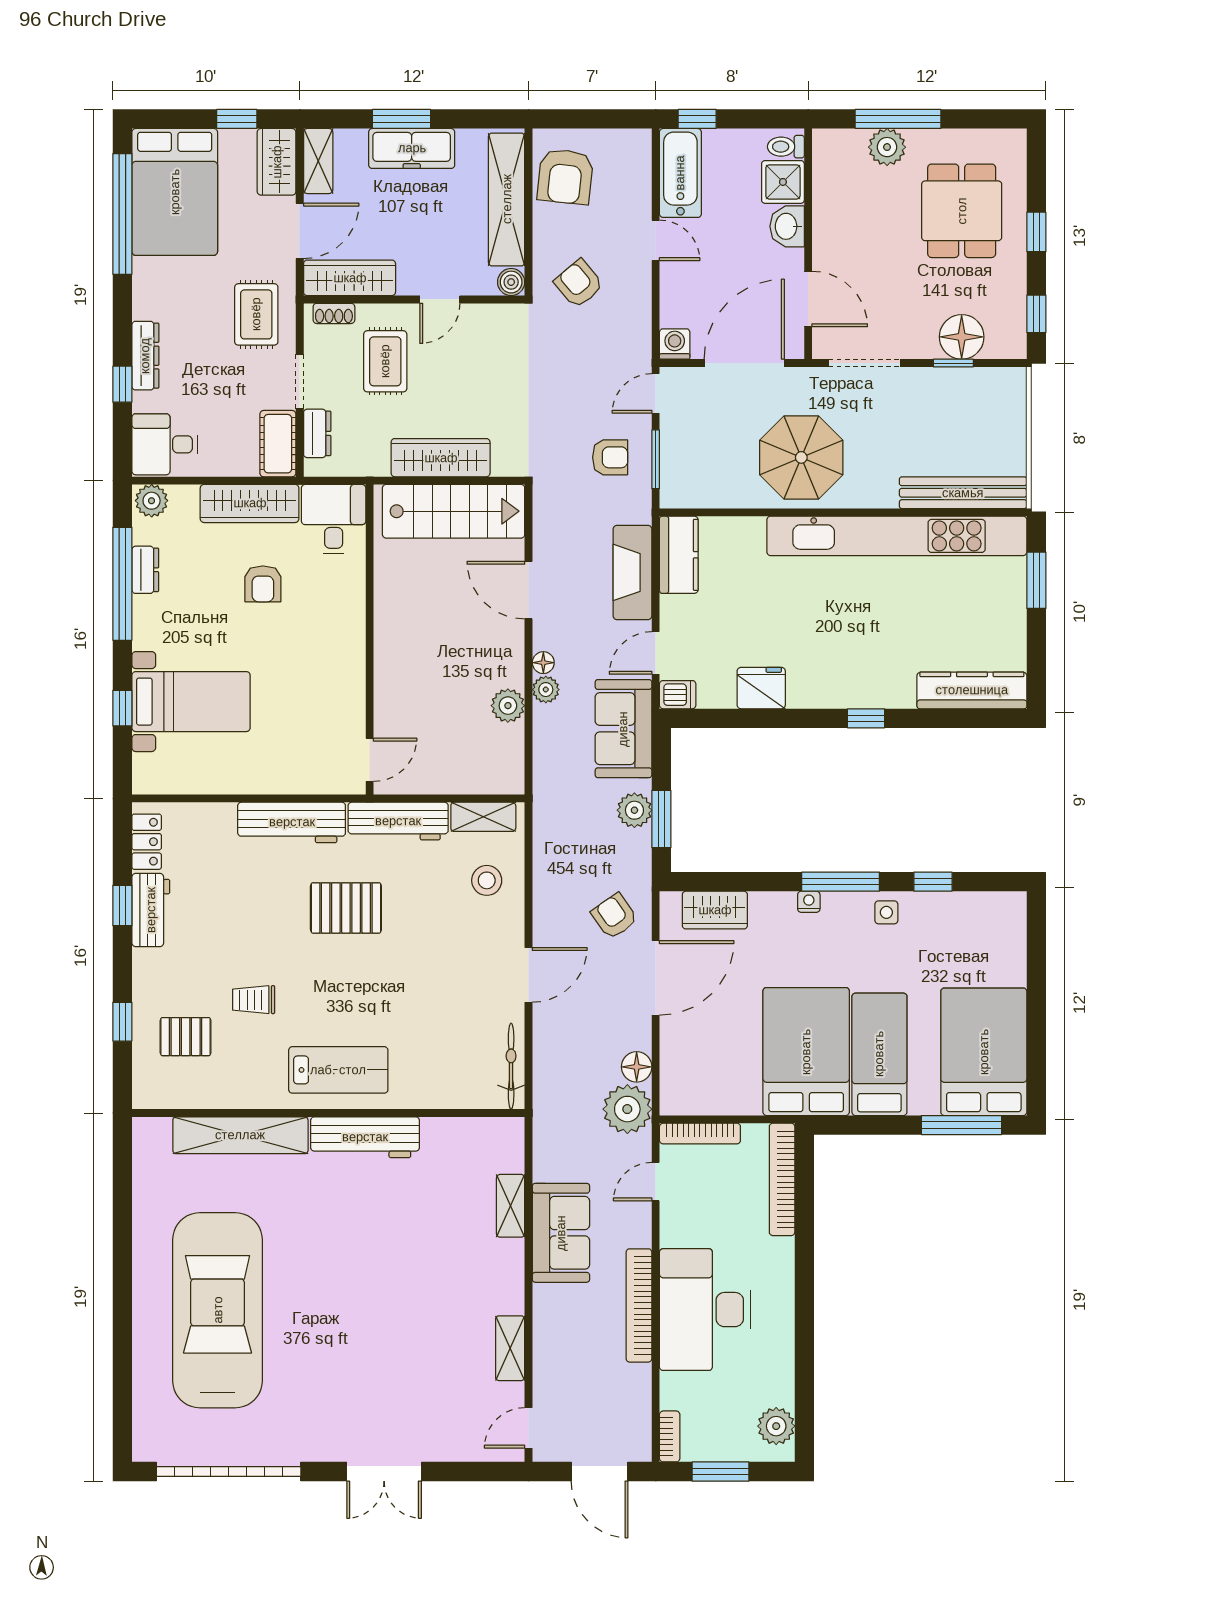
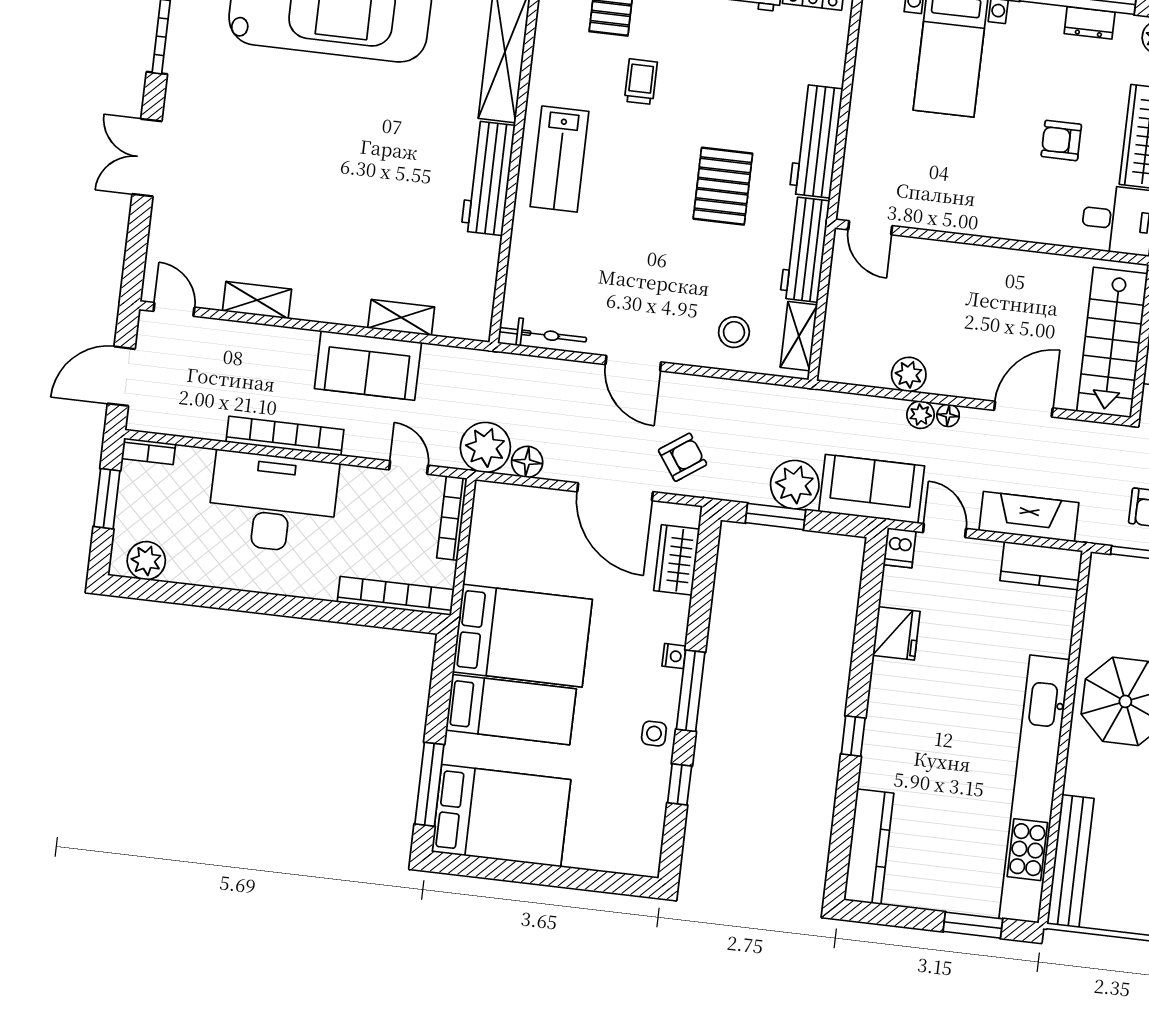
plant: (634, 810) -> (795, 485), width x1.36, depth x1.36

